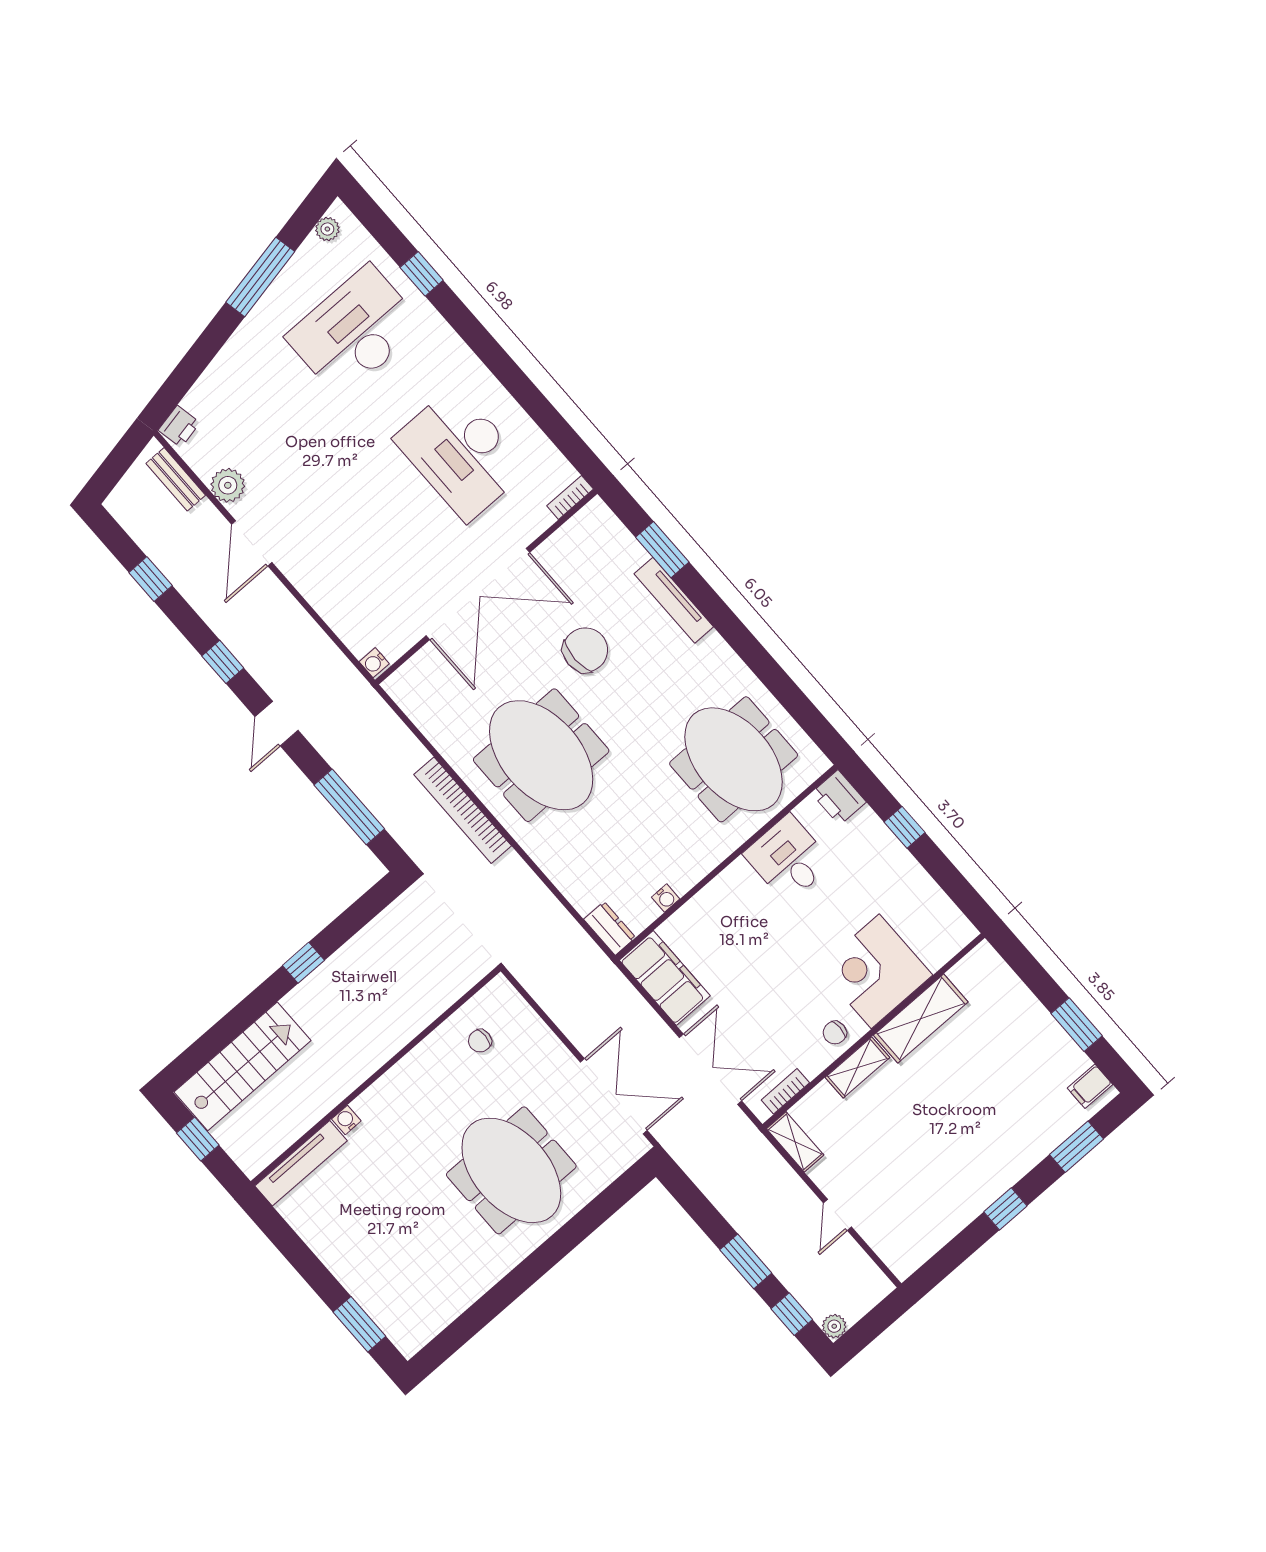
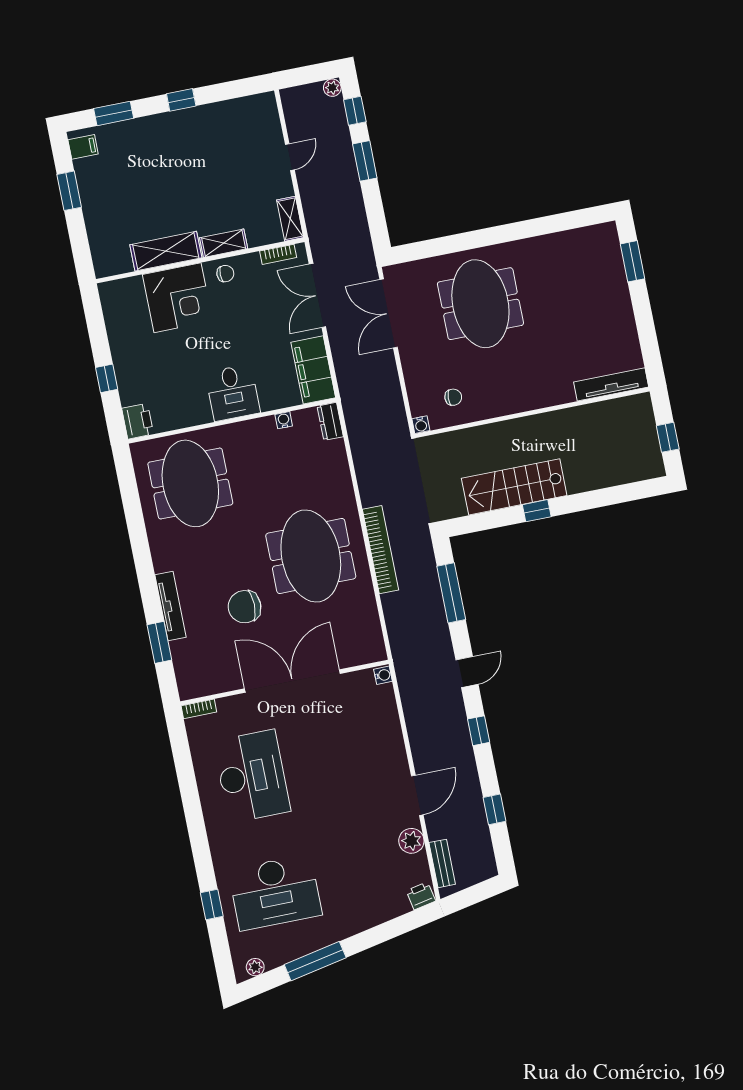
desk: (788, 859) -> (233, 393), moved
stairs: (243, 1066) -> (514, 487), moved
water cooler: (346, 1120) -> (421, 425), moved

